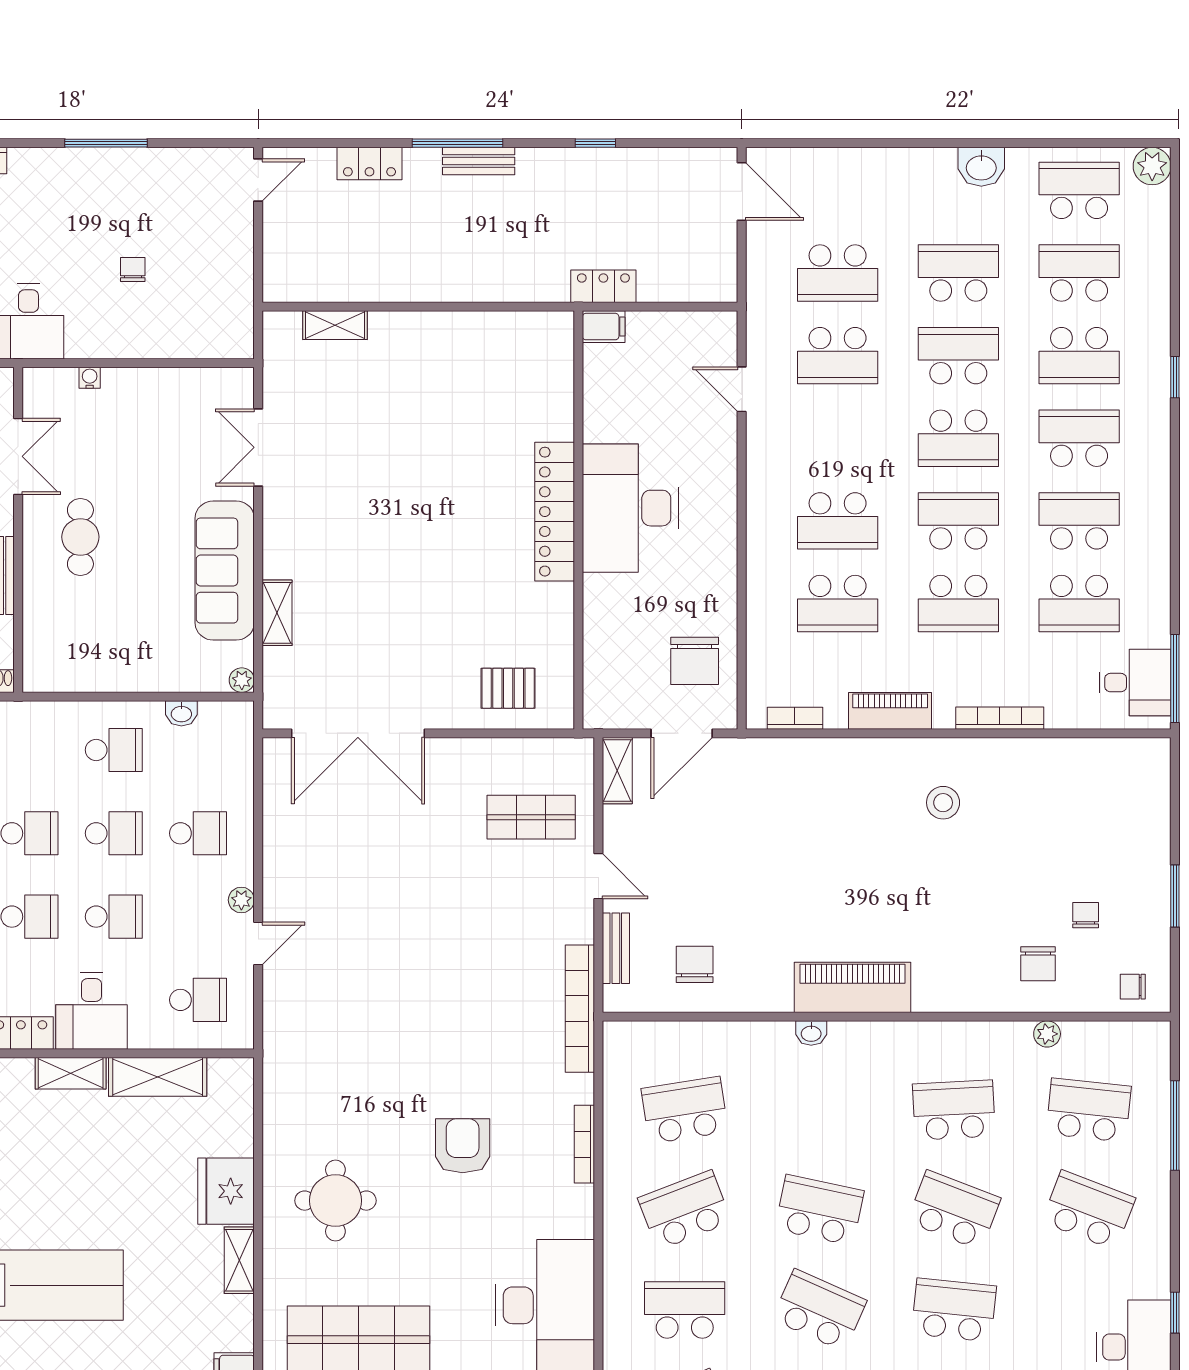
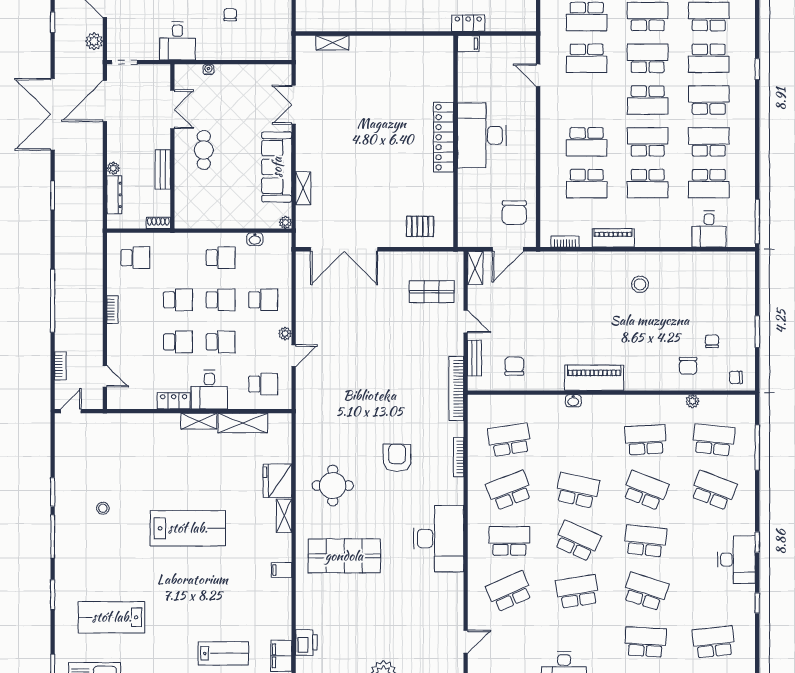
desk: (1135, 683) -> (709, 229), moved, turned 90
bookcase: (1000, 718) -> (669, 242), removed

